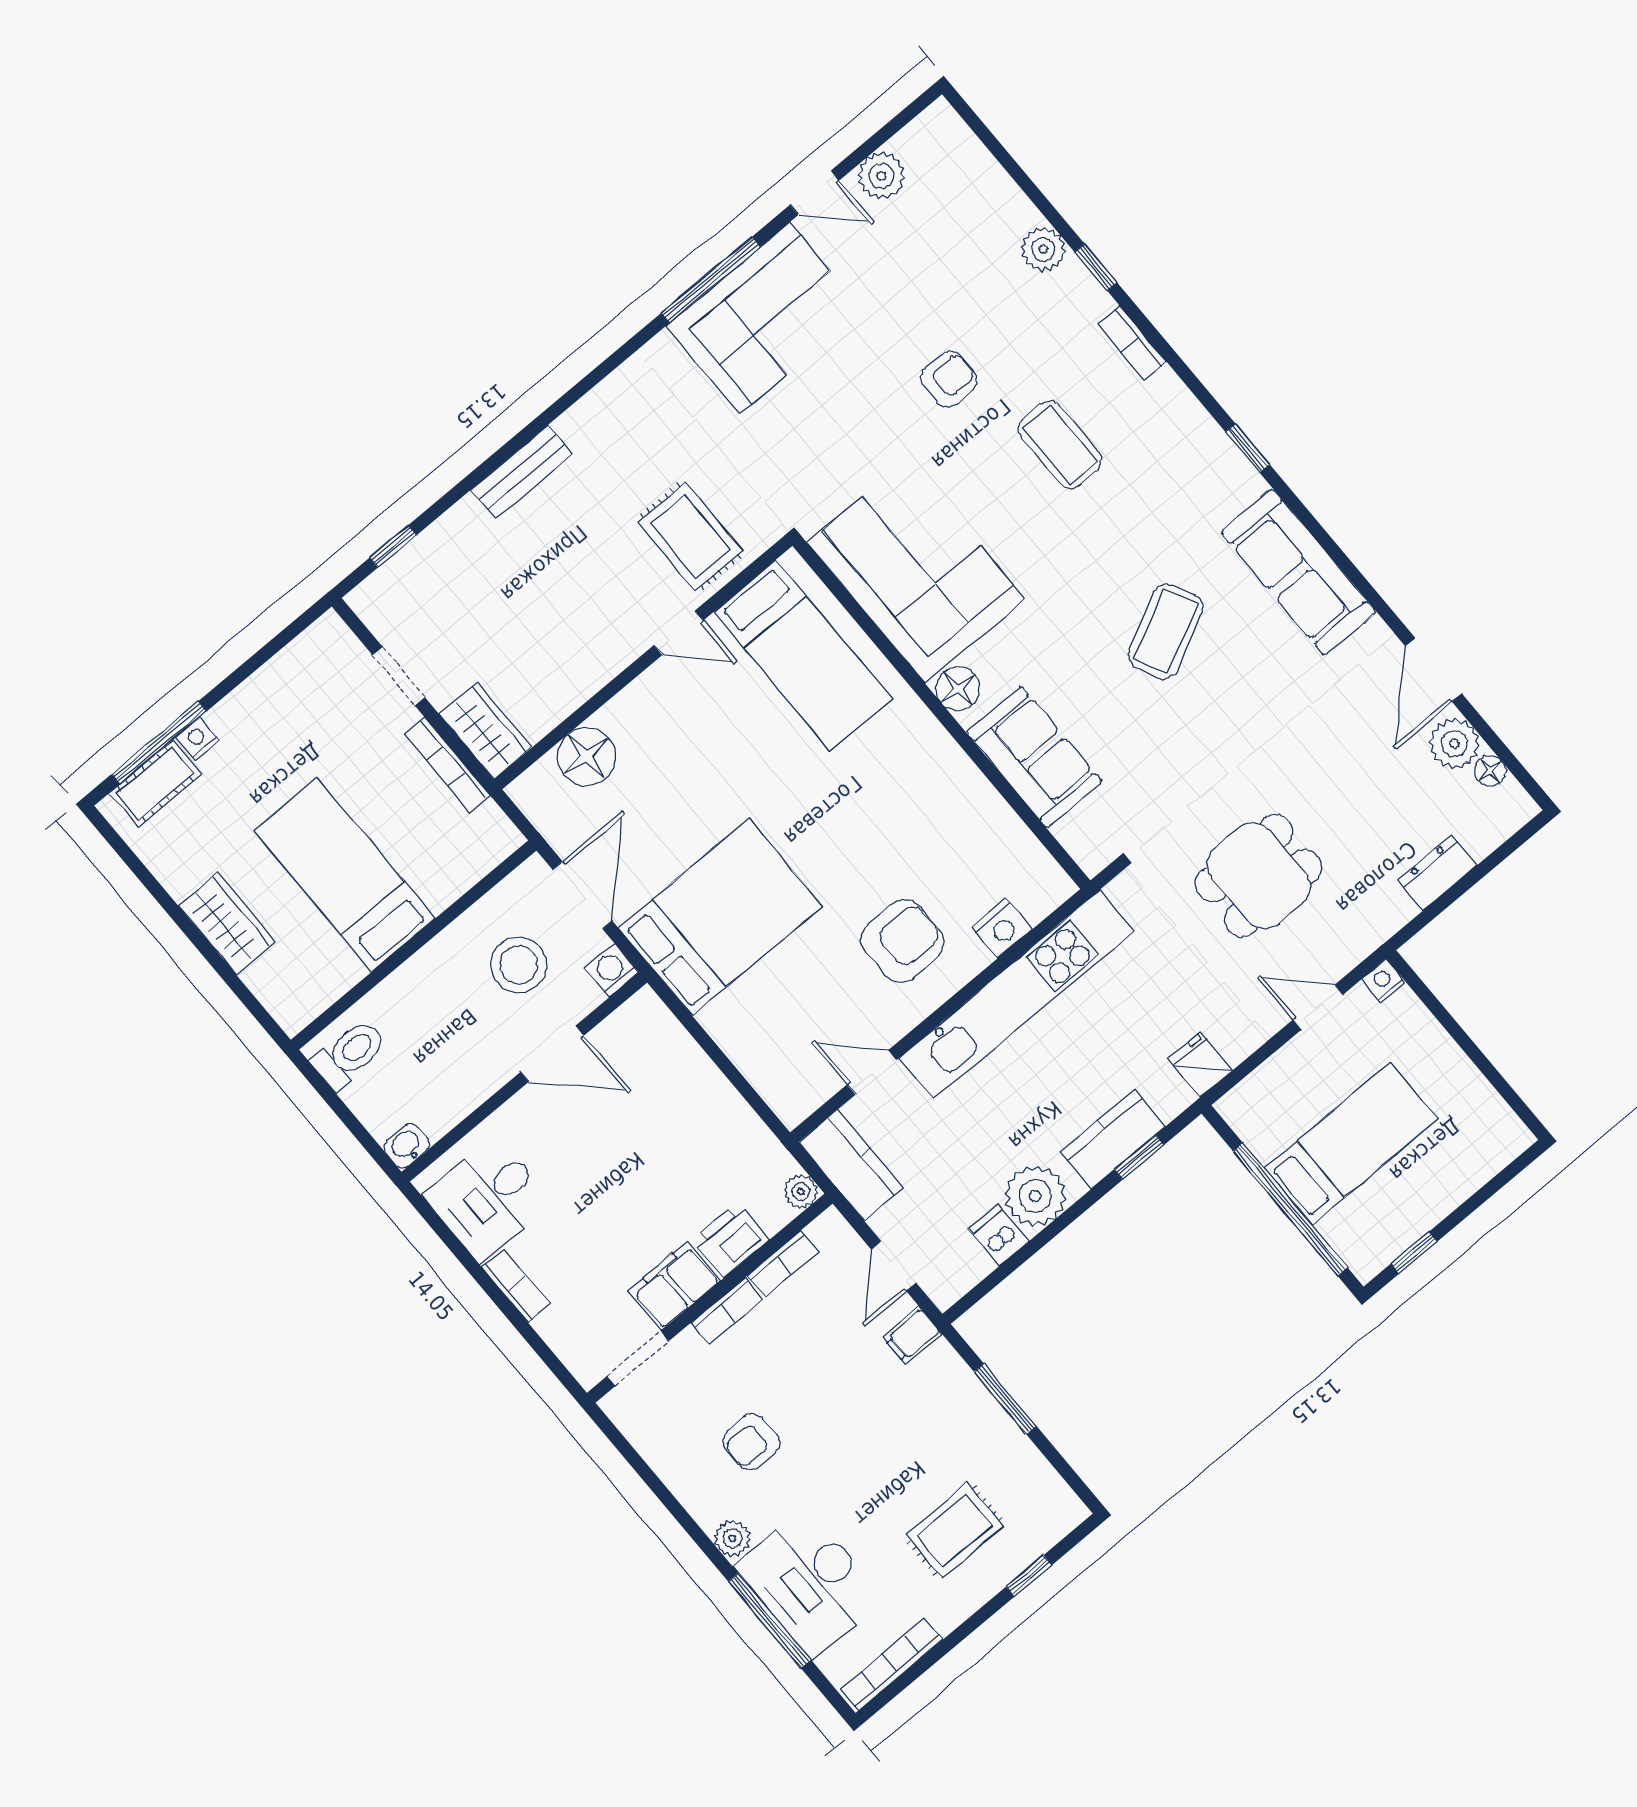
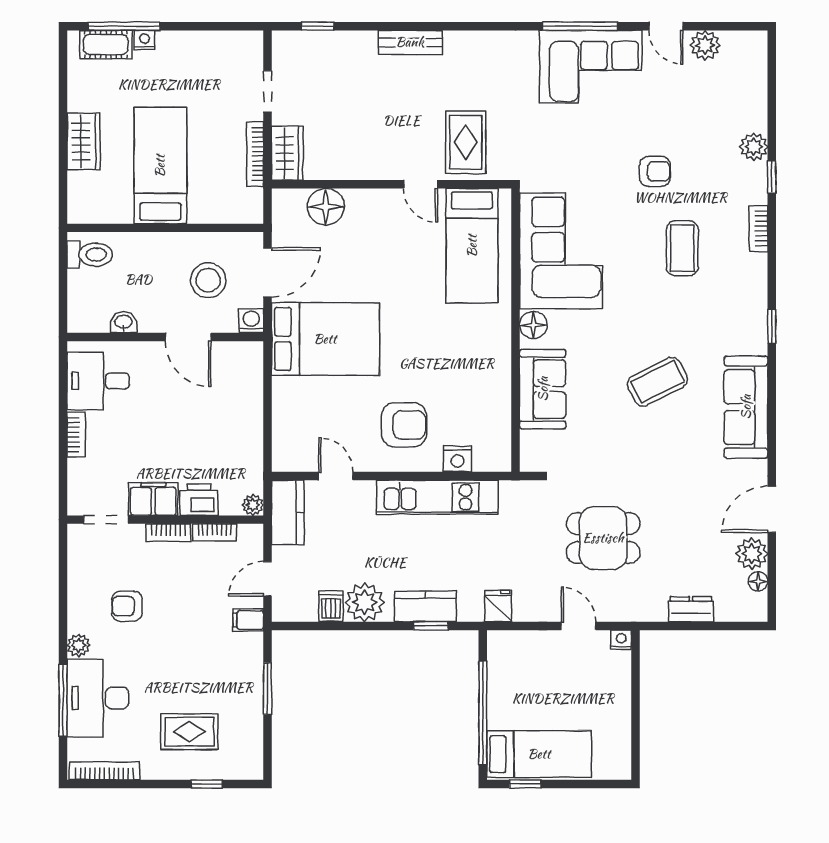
kitchen unit: (1017, 994) -> (438, 497), width x0.73
bed: (1351, 1144) -> (539, 754), moved
washbasin: (407, 1146) -> (123, 322), moved

